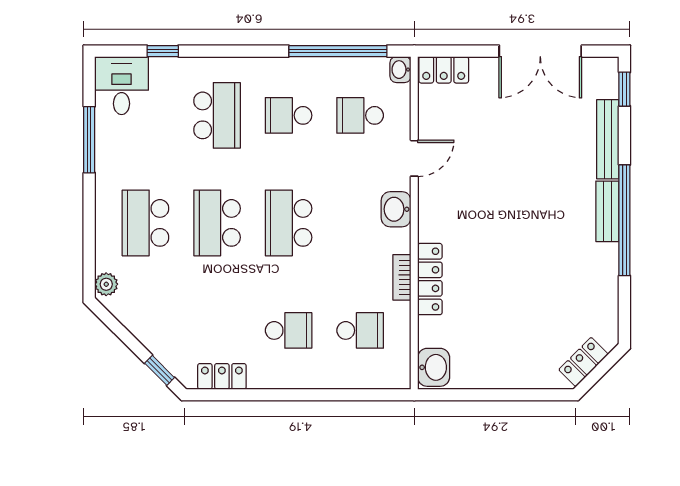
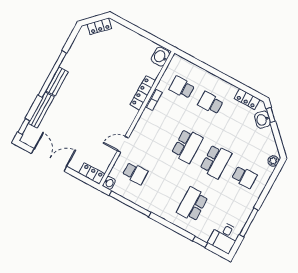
school desk: (289, 115) -> (164, 189), removed
washbasin: (396, 209) -> (262, 120), moved, turned 135
school desk: (145, 223) -> (244, 177), width x0.54

